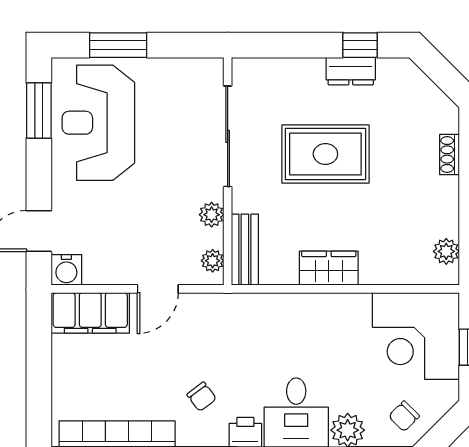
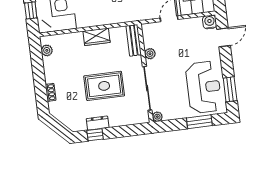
plant: (213, 261) -> (157, 117), moved

